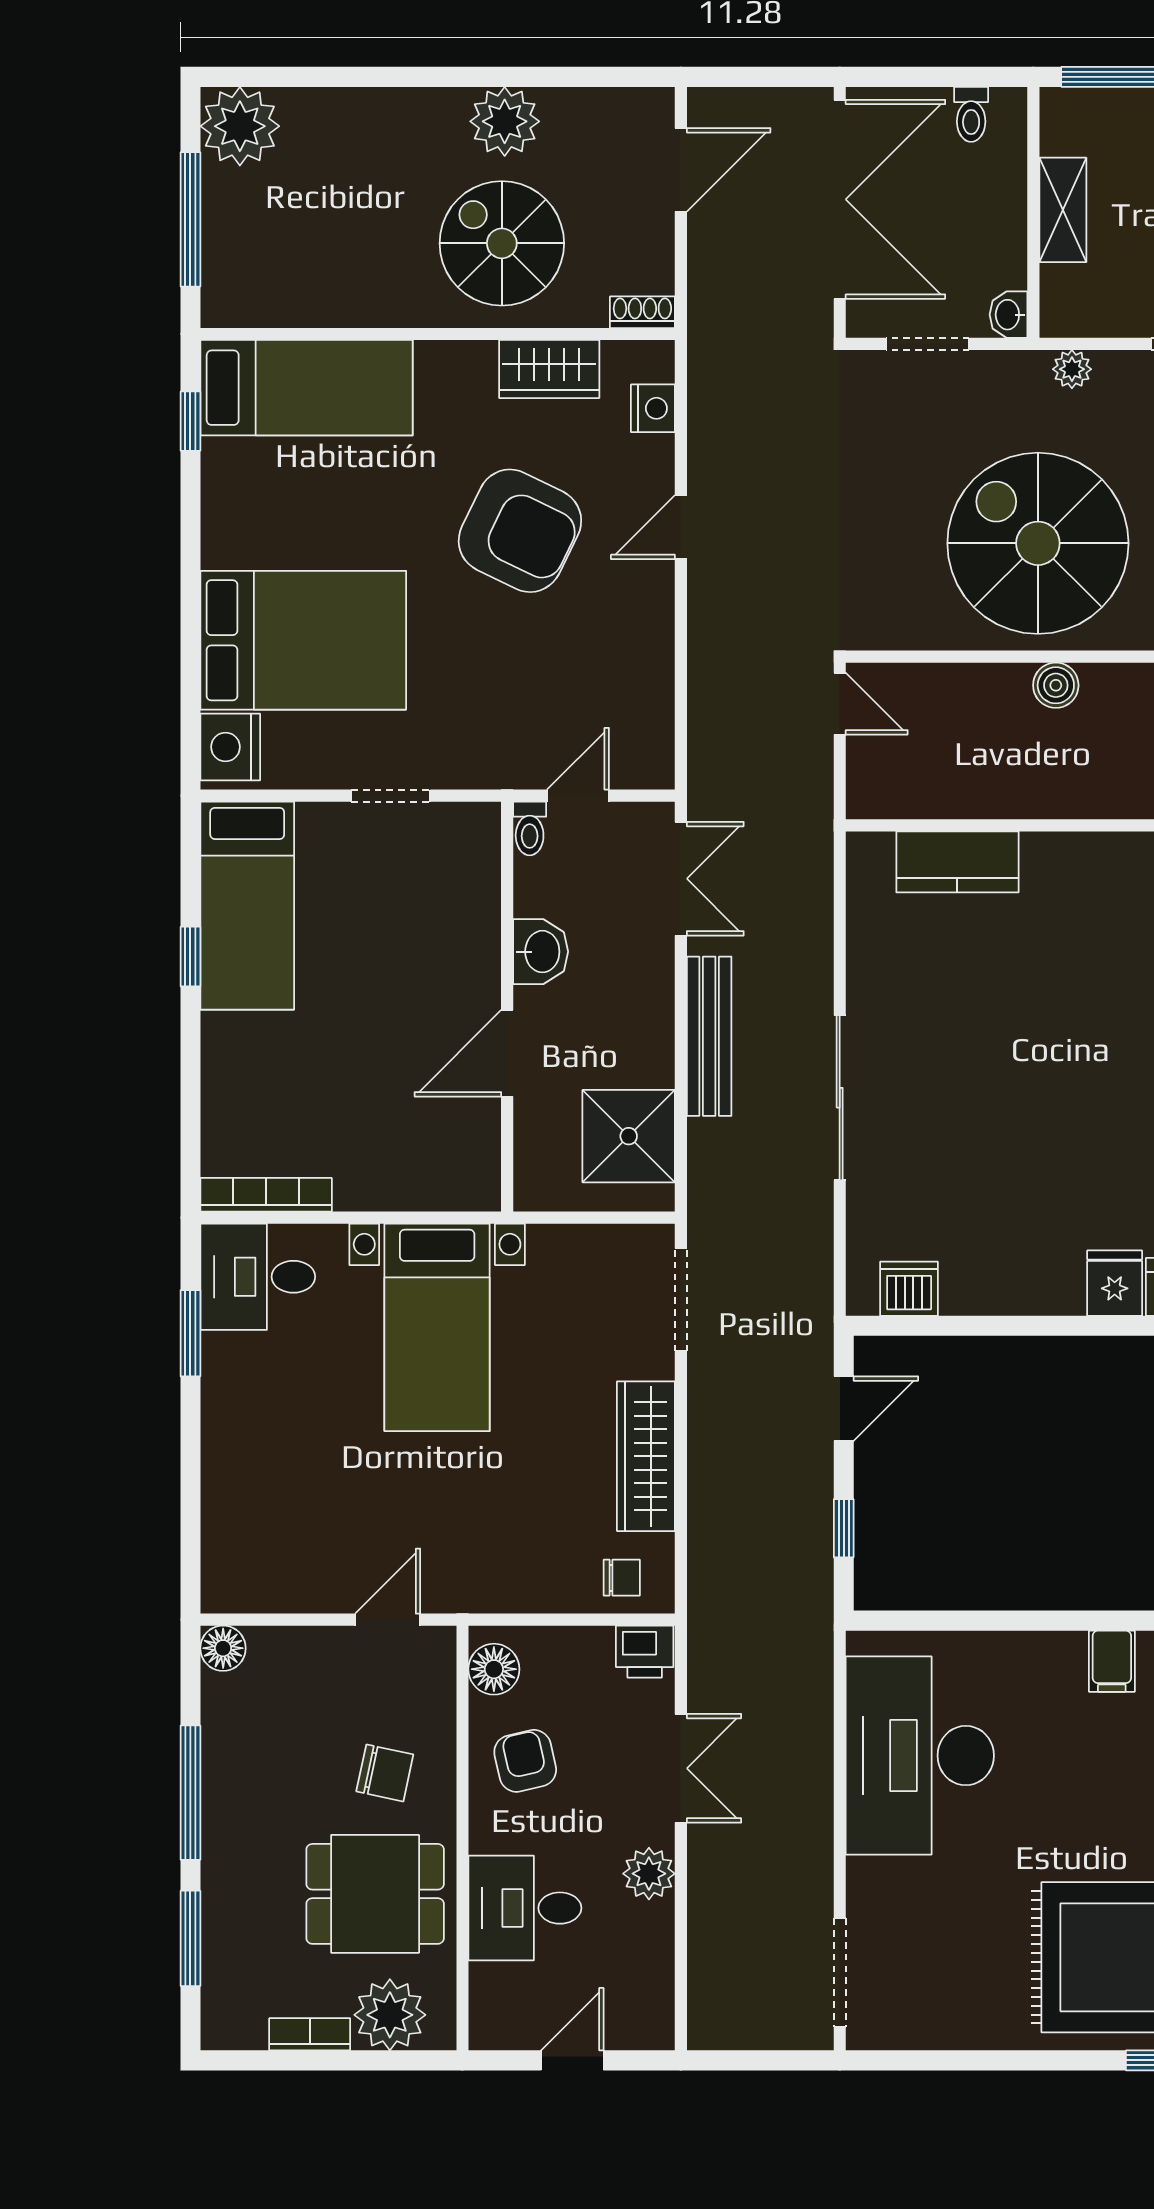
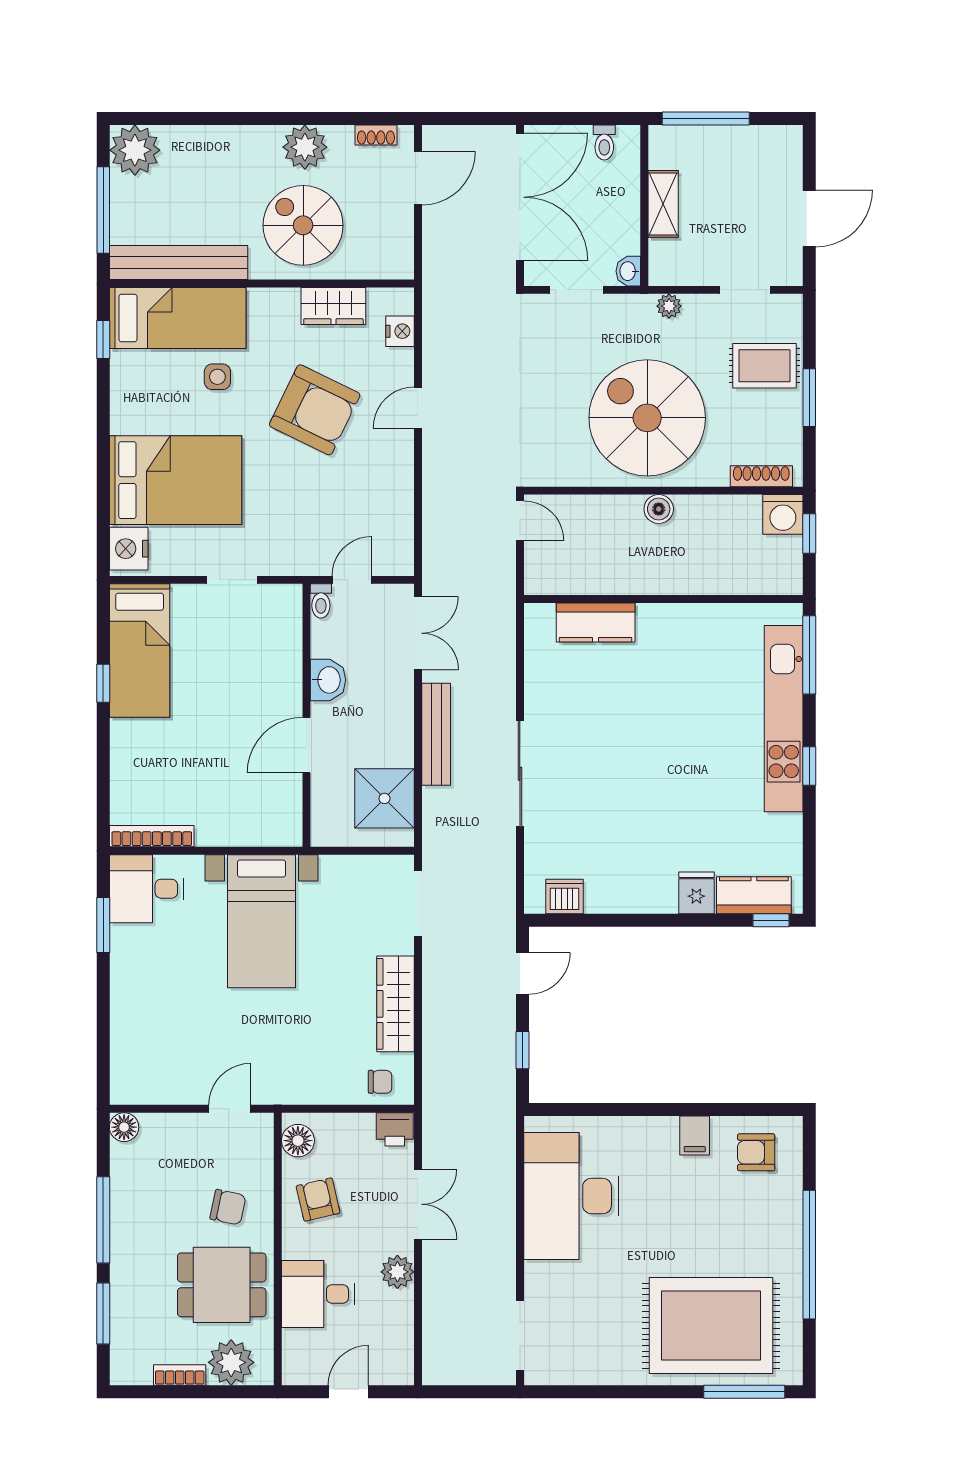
bench: (308, 301) -> (179, 262), added
shoe rack: (642, 312) -> (376, 135), moved, turned 180
side table: (368, 479) -> (217, 377), added

